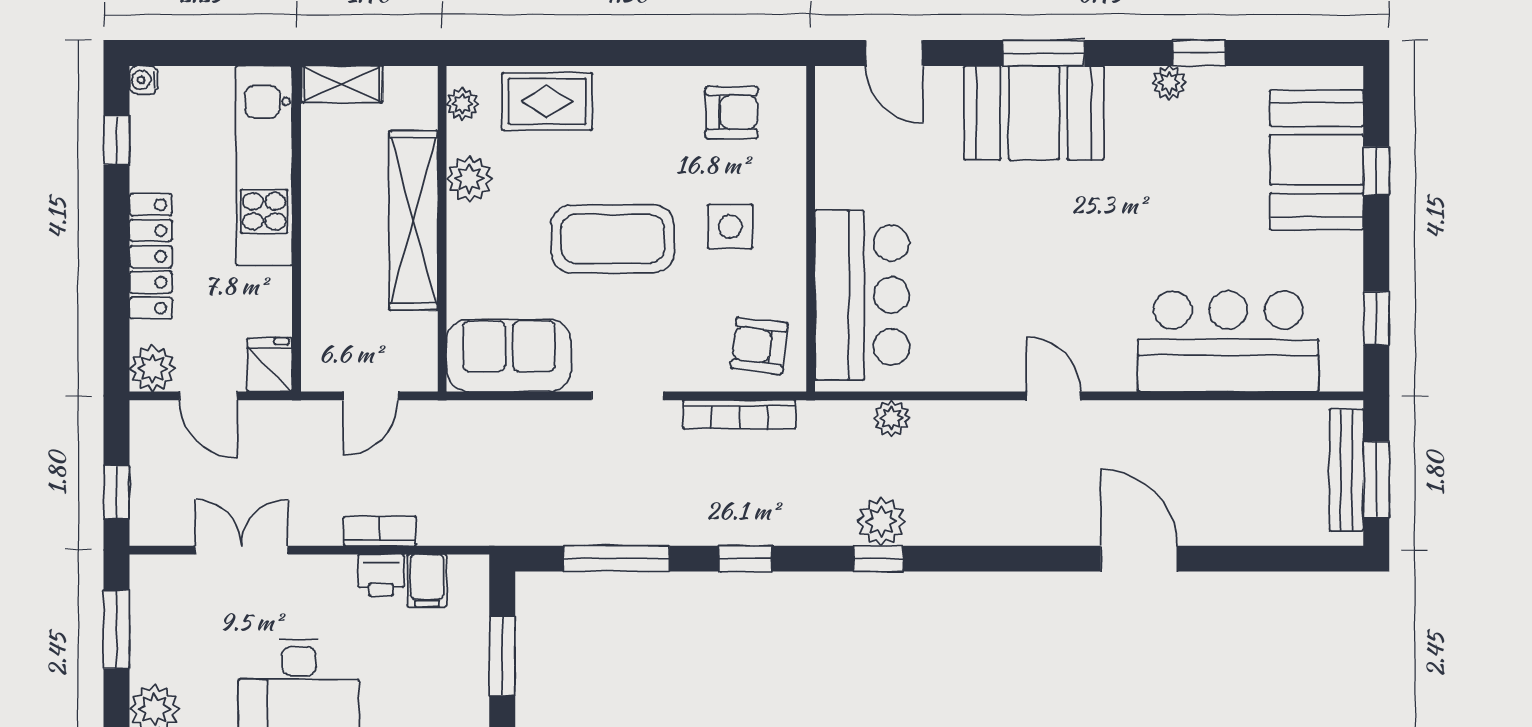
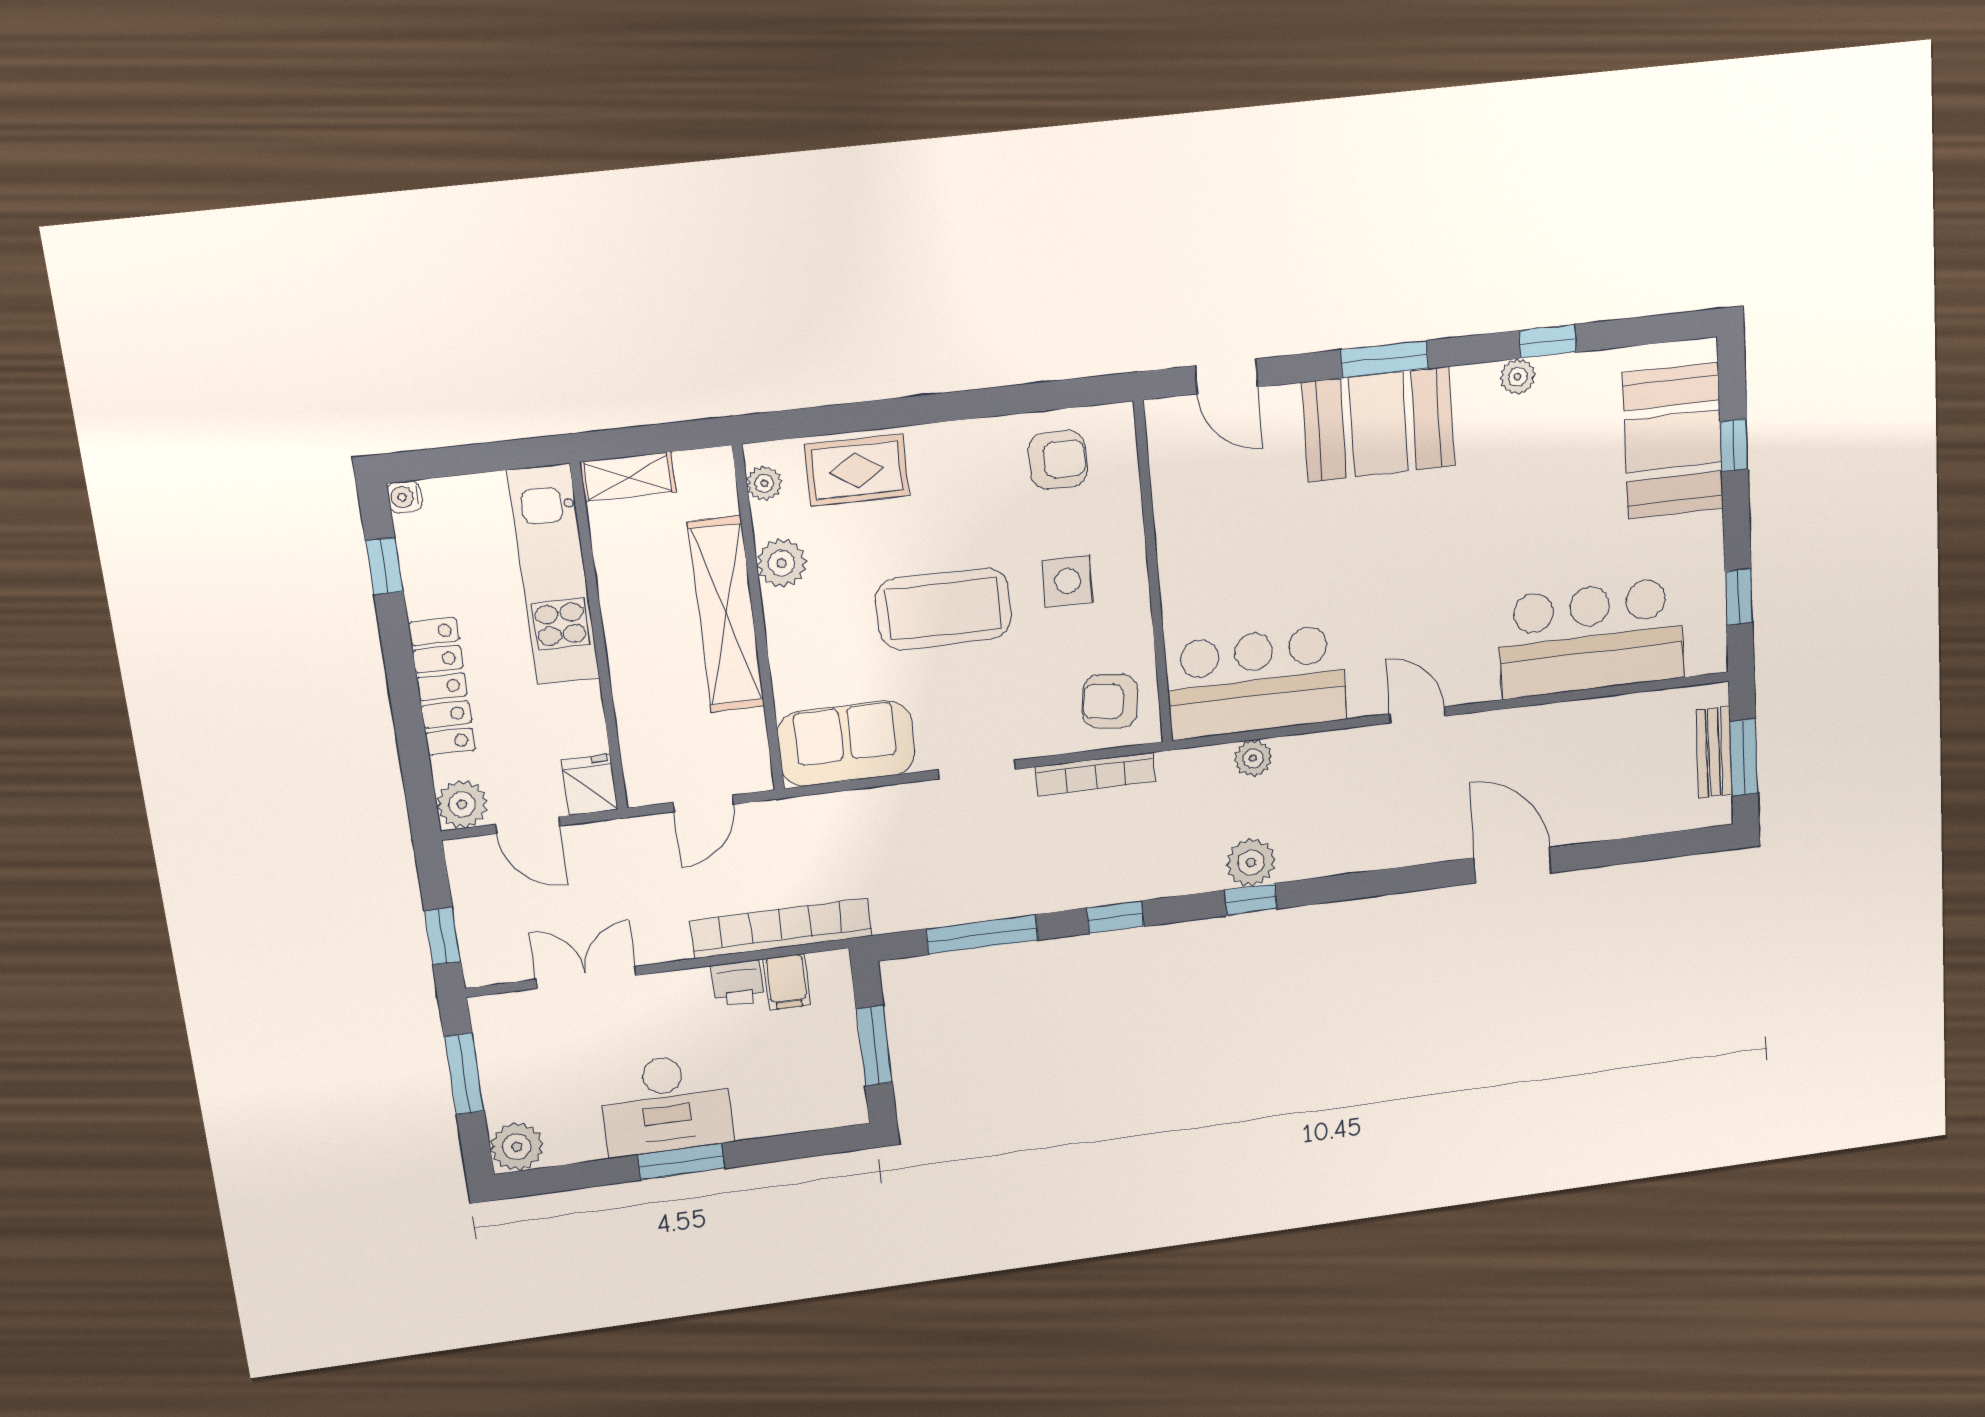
bar counter: (862, 295) -> (1256, 682), moved, turned -90
bench: (1346, 470) -> (1714, 752), width x0.73
bookcase: (380, 531) -> (781, 928), width x2.31, depth x1.31

